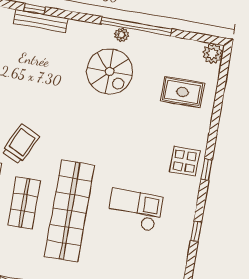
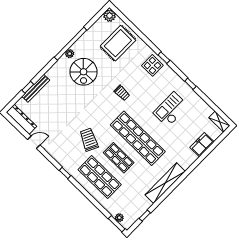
spiral stairs: (110, 71) -> (83, 72), turned 90
rug: (183, 92) -> (118, 43), width x1.36, depth x1.43
trolley: (117, 145) -> (122, 93), added
checkout: (135, 210) -> (171, 109), moved

